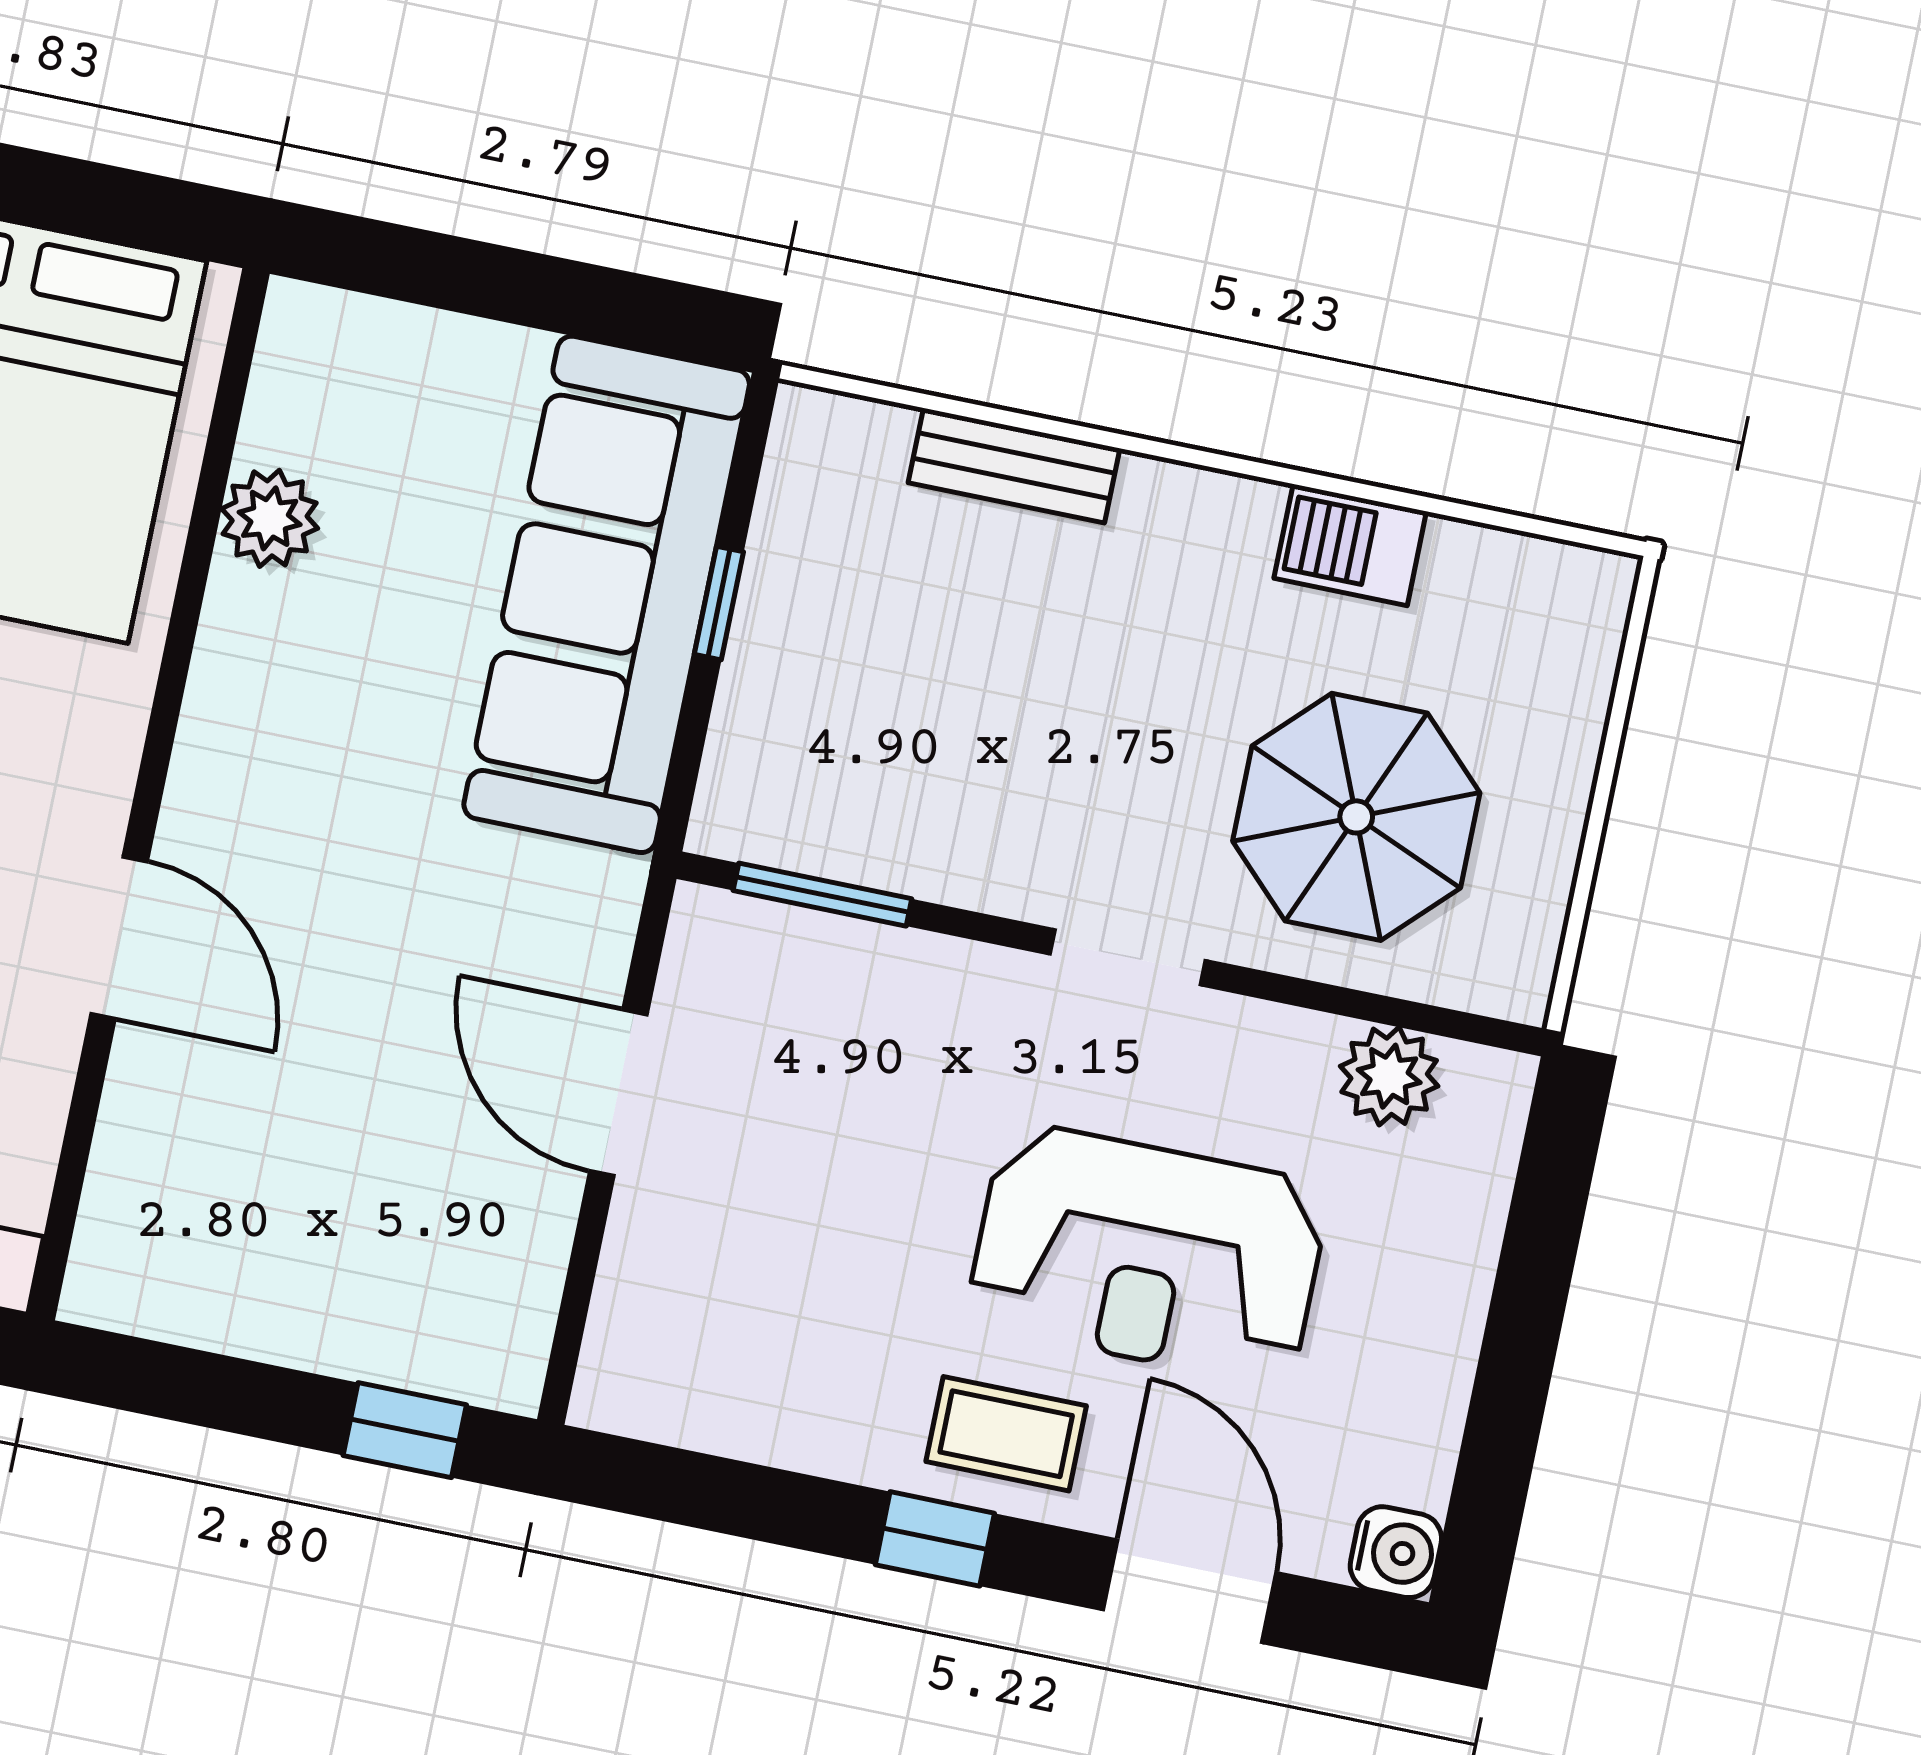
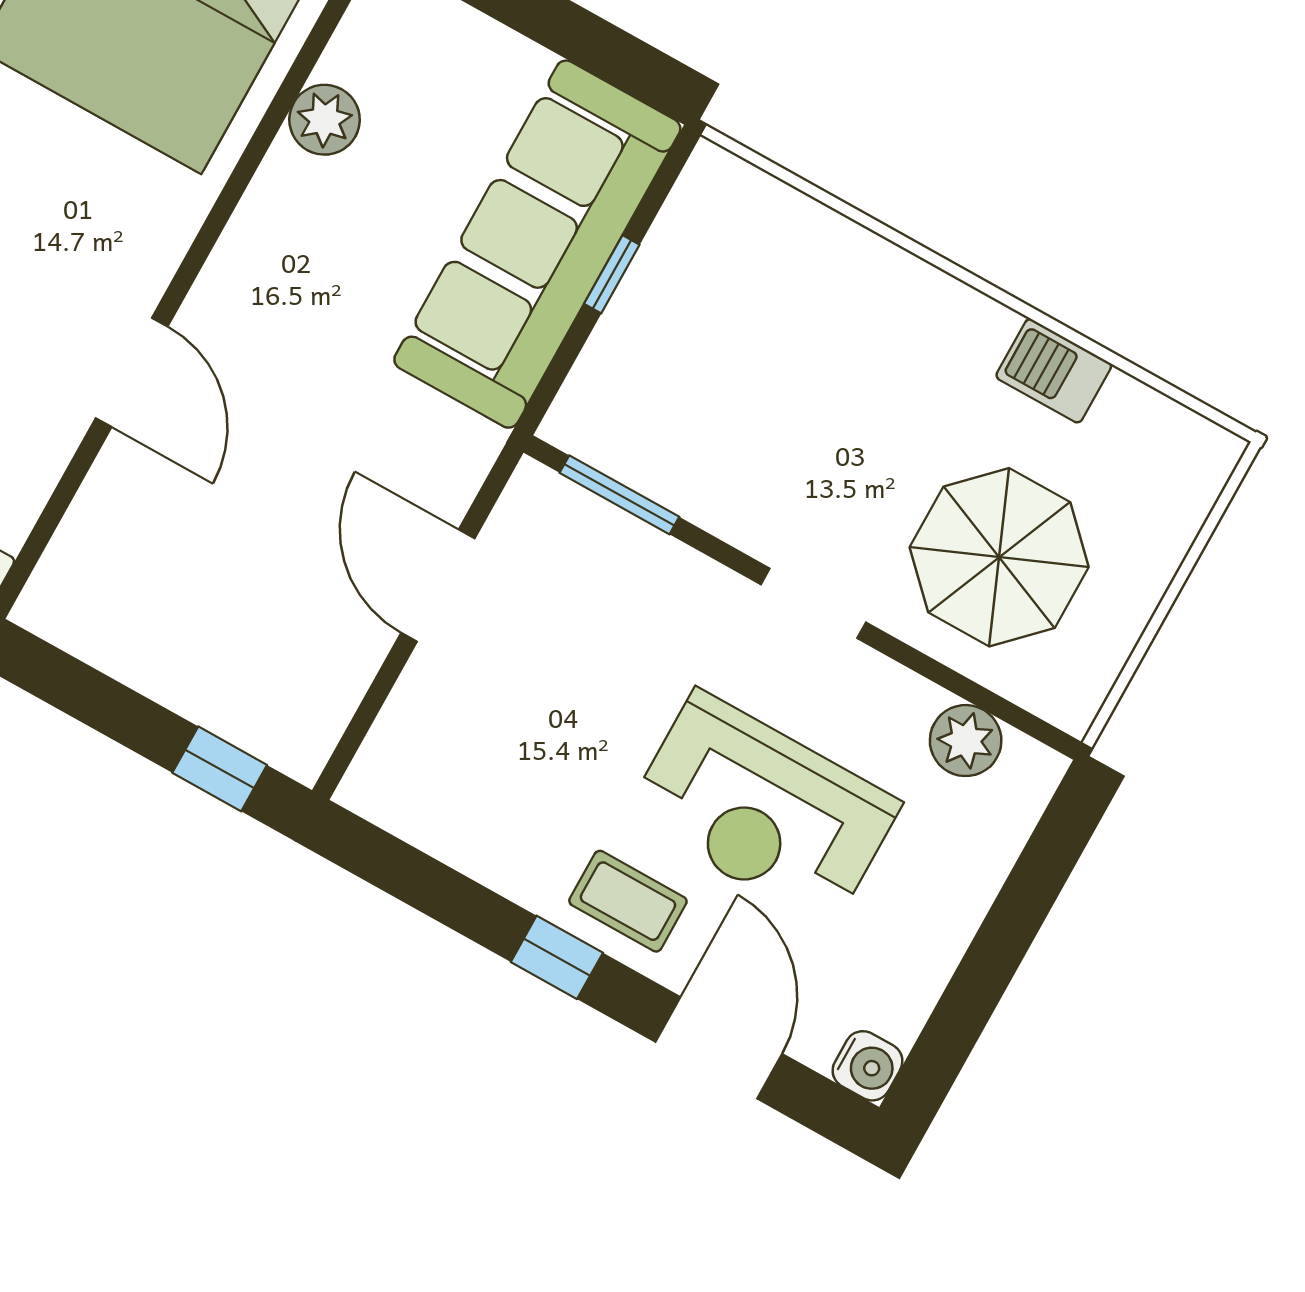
bench: (1014, 466) -> (842, 244), removed

